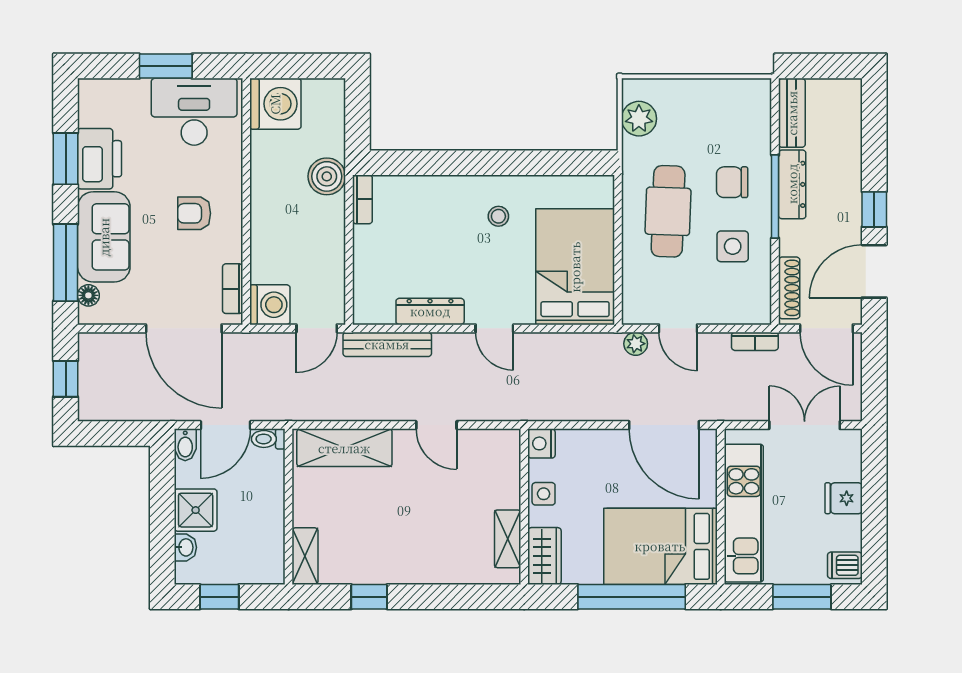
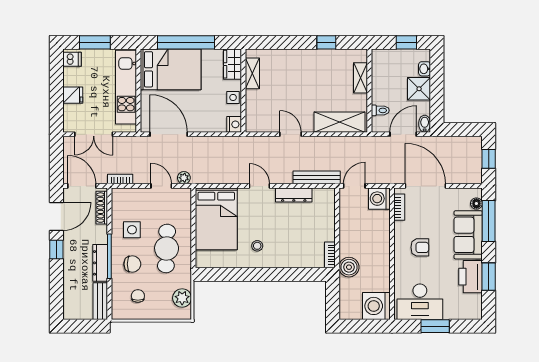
chair: (722, 123) -> (138, 296), added
toilet: (268, 439) -> (380, 110), moved
shelving: (305, 556) -> (361, 78), moved

